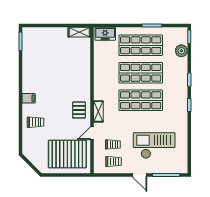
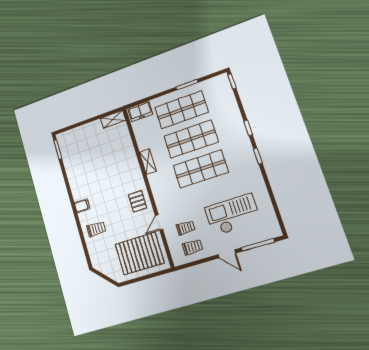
plant: (181, 51) -> (228, 100), removed
shelving: (98, 111) -> (148, 162), moved

